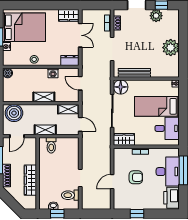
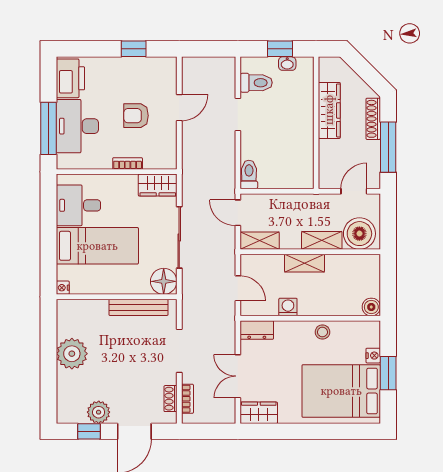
shelving: (45, 130) -> (322, 240), moved
toilet: (51, 145) -> (249, 174), moved

